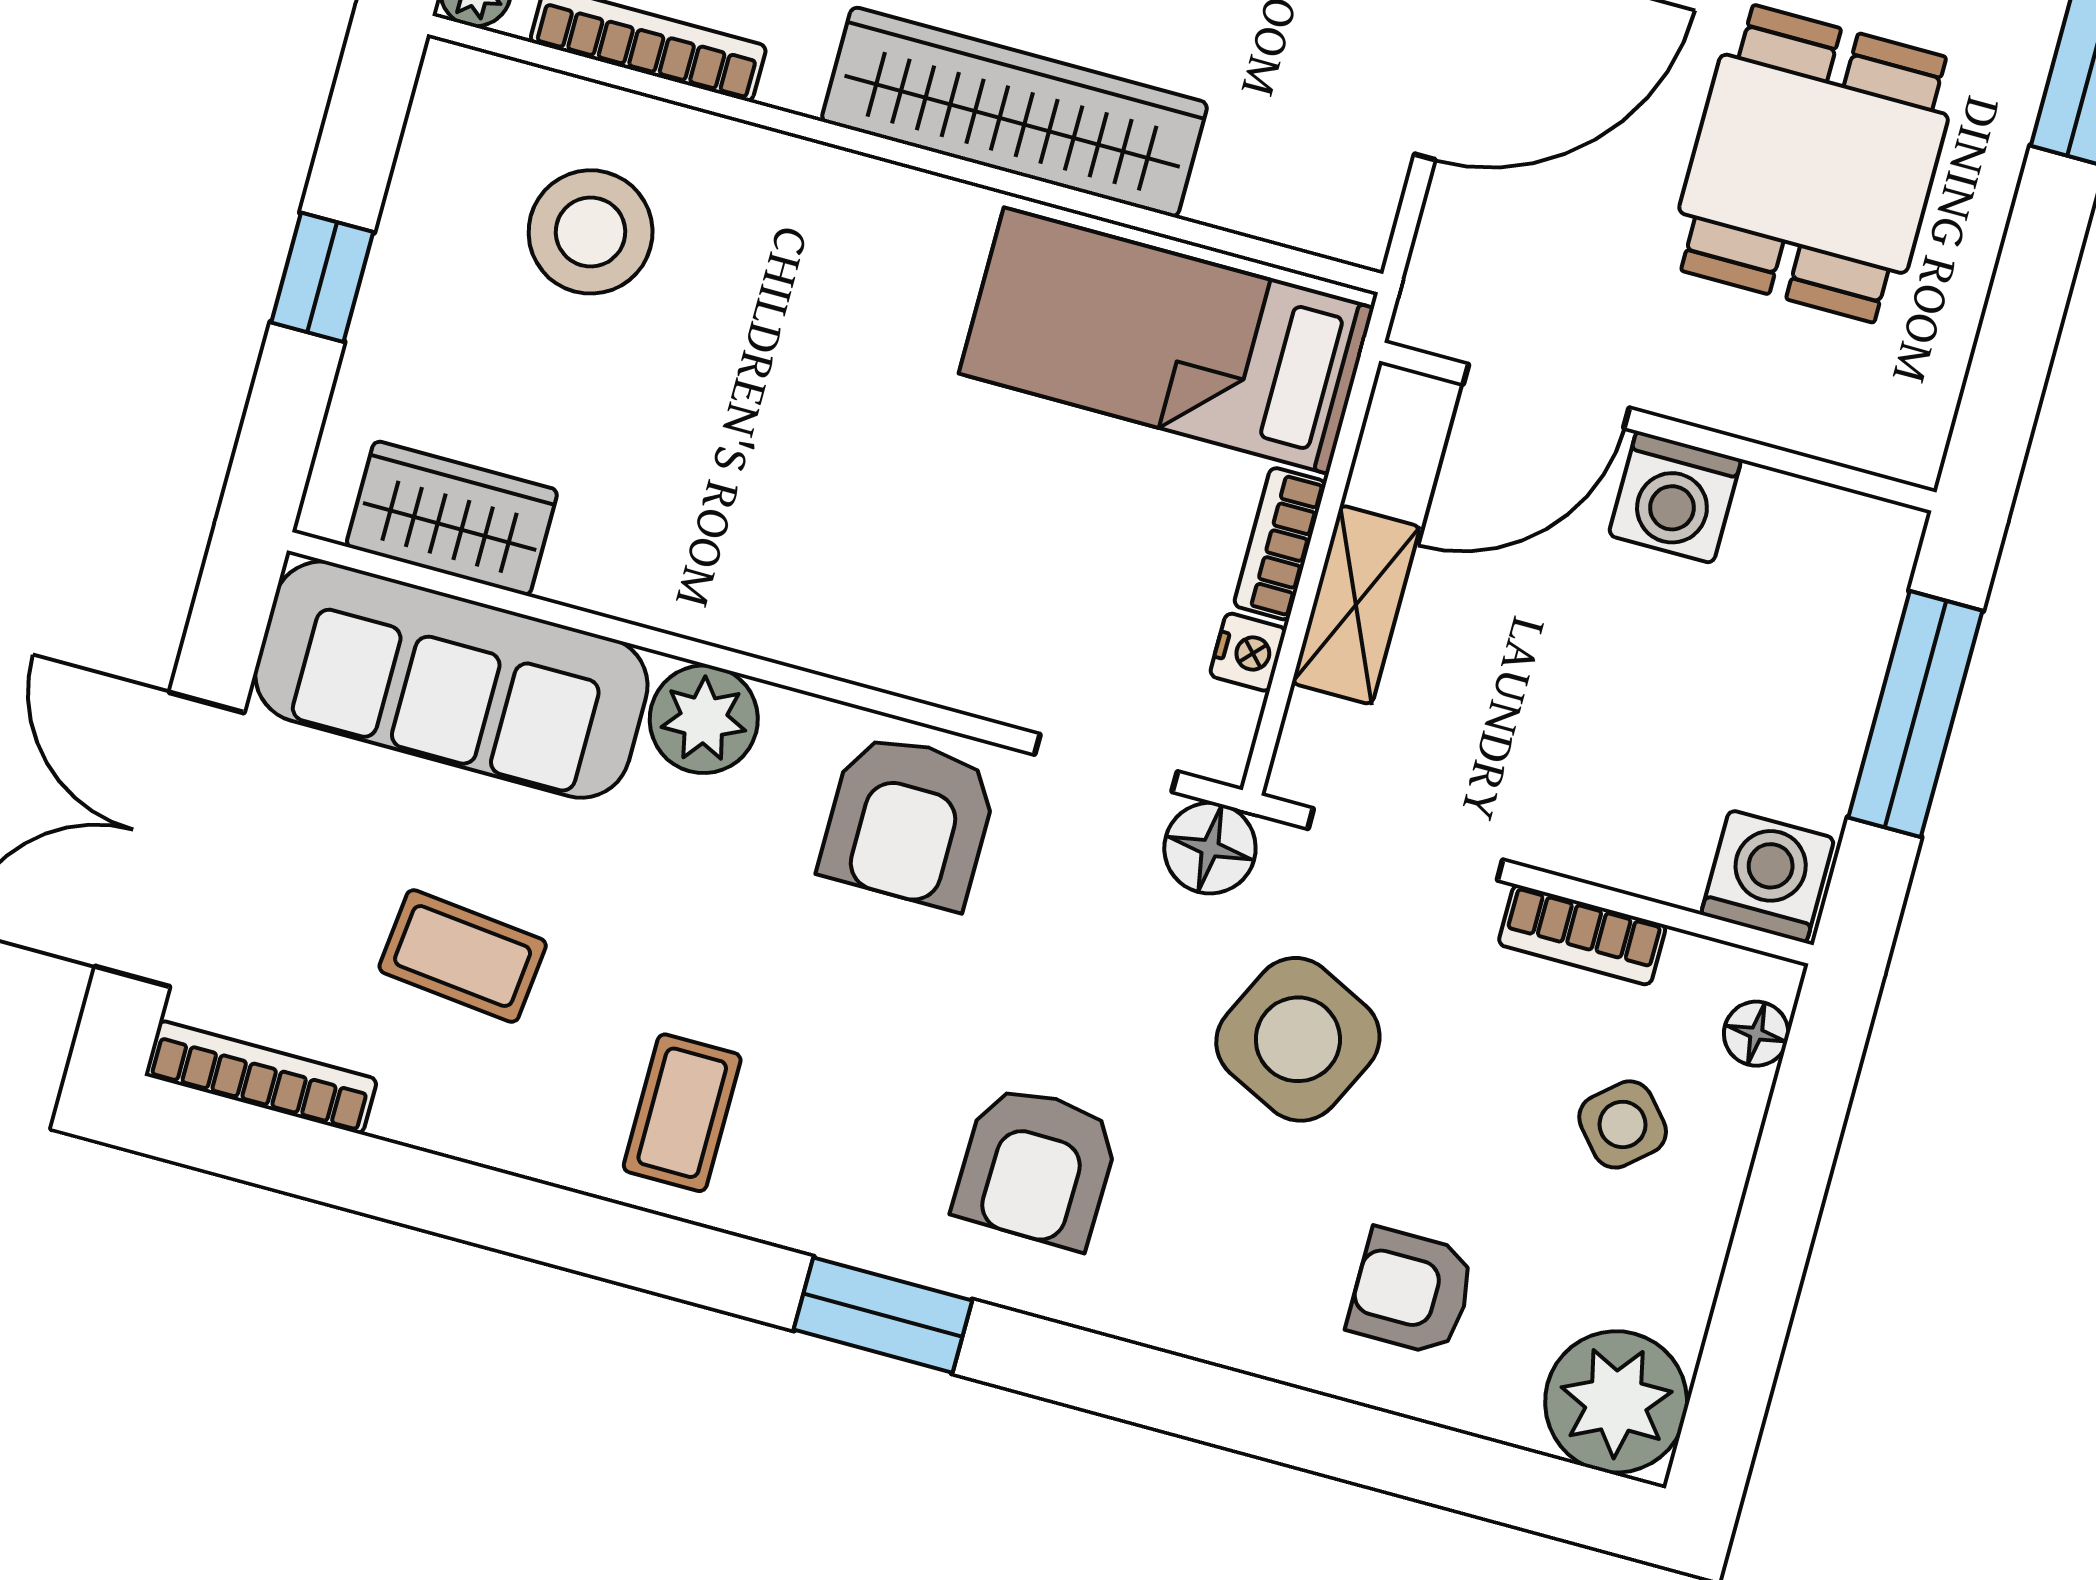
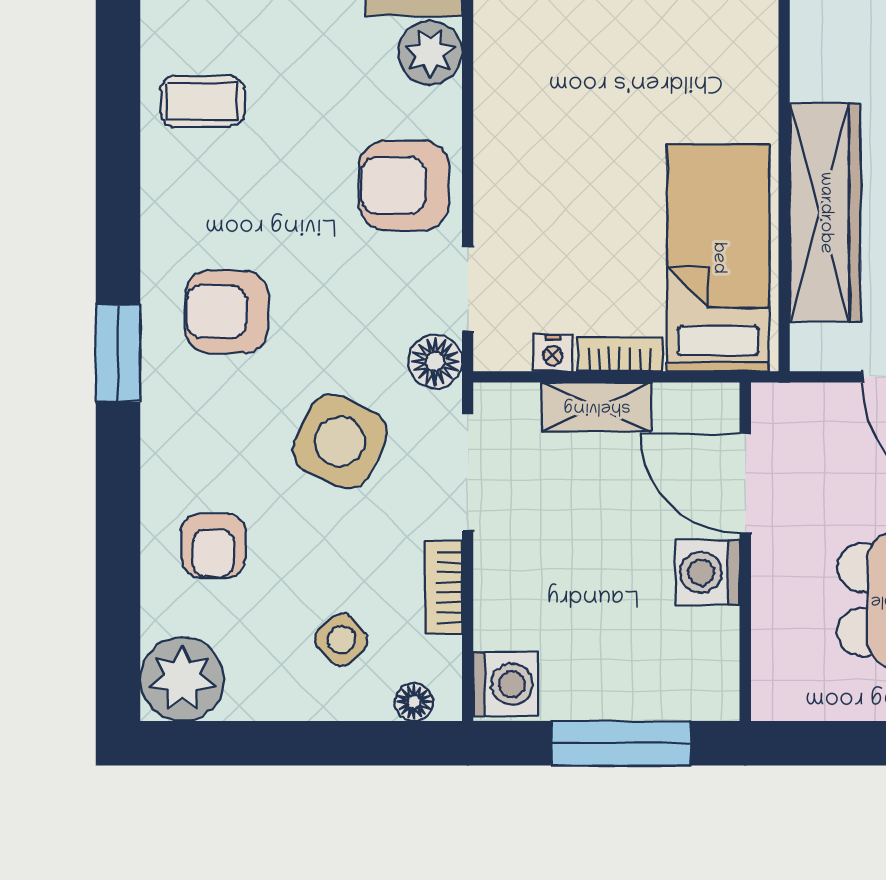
wardrobe: (1015, 112) -> (825, 213), moved
armchair: (1411, 1292) -> (213, 545), turned 180
window: (883, 1315) -> (118, 353), moved

